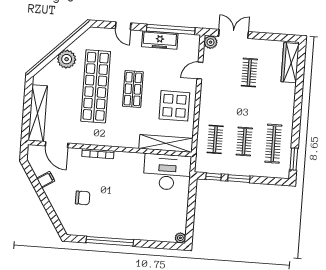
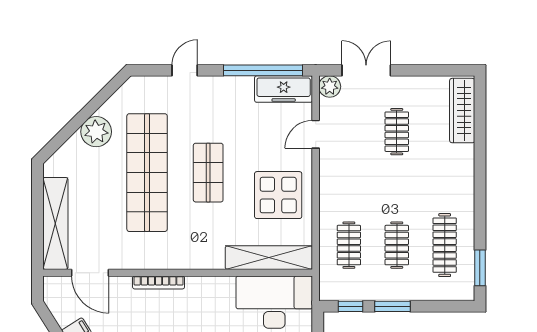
door: (123, 26) -> (185, 70), swing flipped
freezer: (160, 40) -> (284, 89), moved

